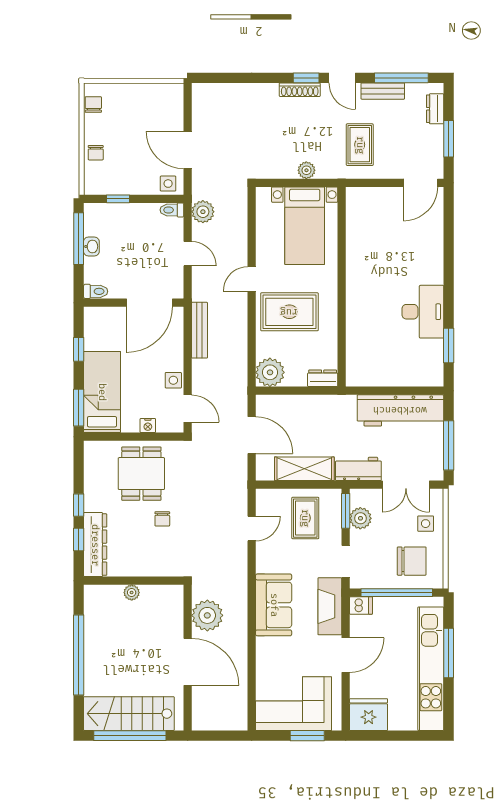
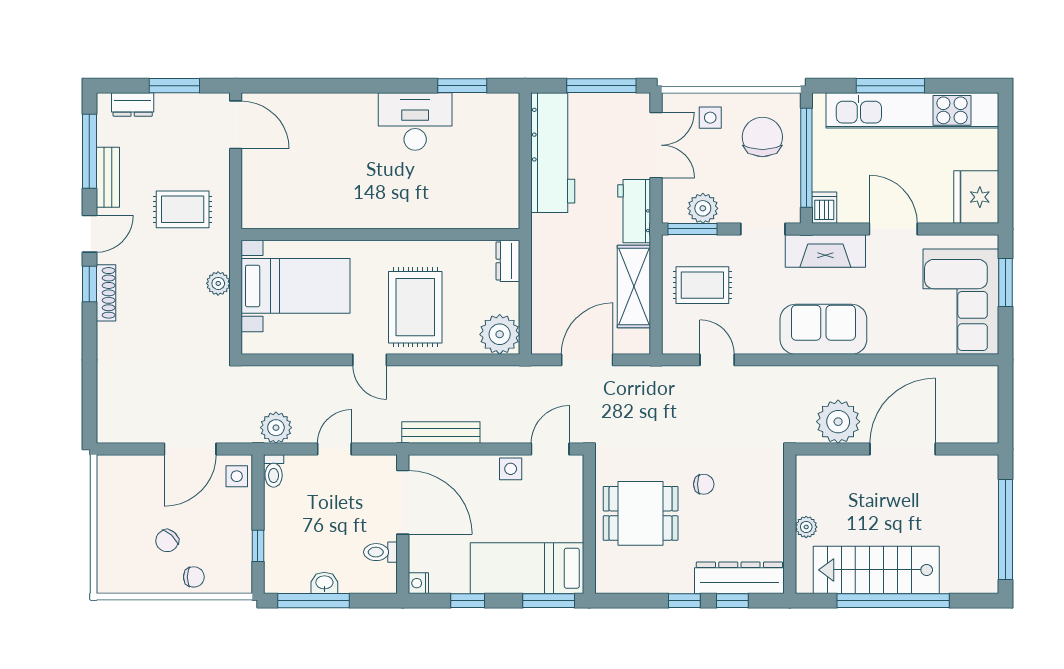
chair: (93, 105) -> (167, 541), moved, turned -48
toilet: (96, 291) -> (380, 552), moved, turned -90
nightstand: (148, 426) -> (418, 583), moved, turned 180
stairs: (129, 714) -> (876, 570), moved, turned 90

